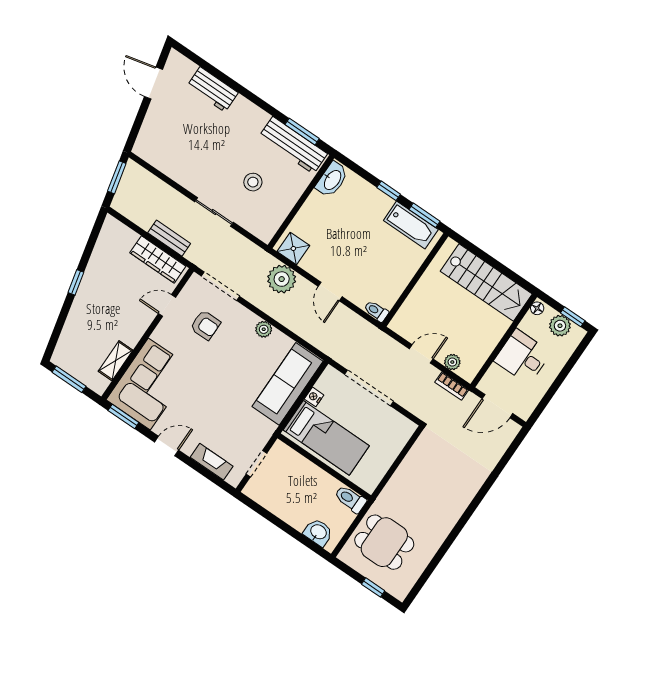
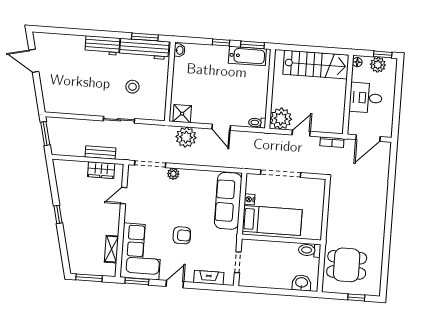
workbench: (213, 89) -> (102, 45), moved
washbasin: (332, 180) -> (179, 50), width x0.52, depth x0.69
wardrobe: (158, 260) -> (101, 170), width x0.67
armchair: (205, 325) -> (182, 235), moved
plant: (264, 329) -> (173, 174), moved
plant: (452, 362) -> (281, 119), moved, width x1.88, depth x1.88

